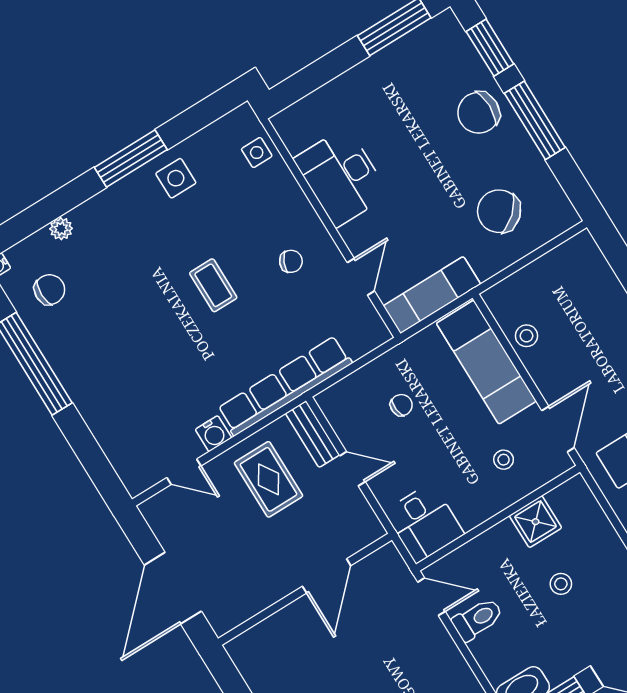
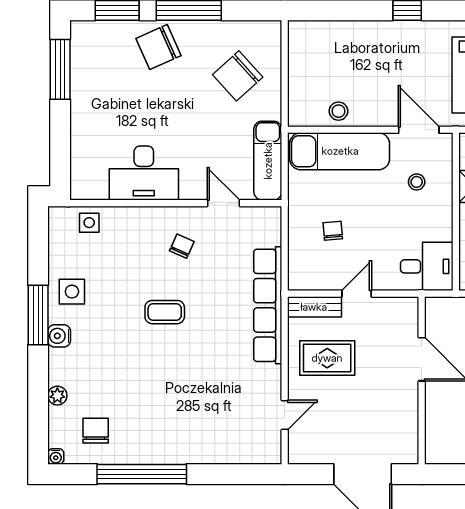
chair: (479, 113) -> (158, 47), turned 66
water cooler: (213, 434) -> (59, 336), moved, turned 180

